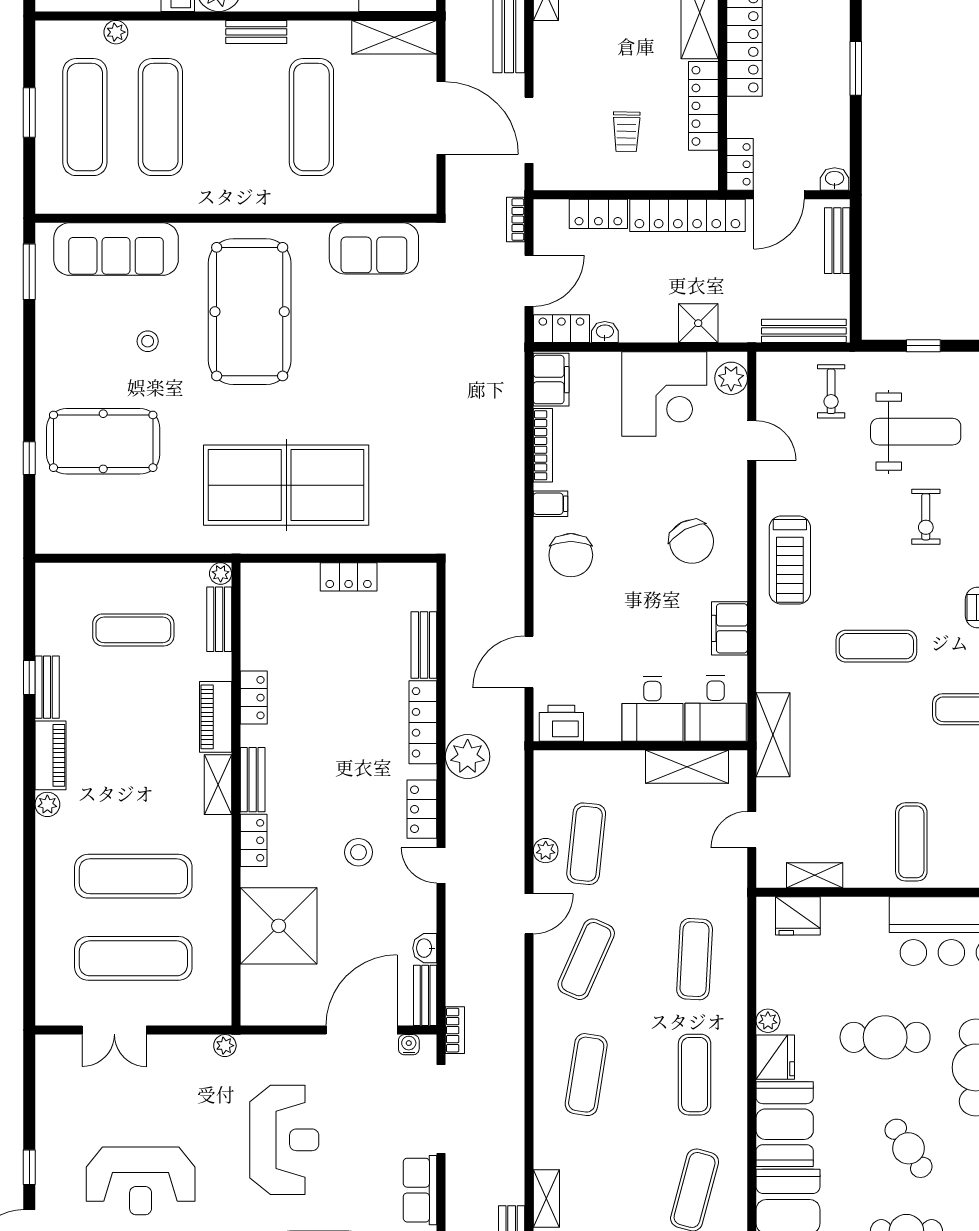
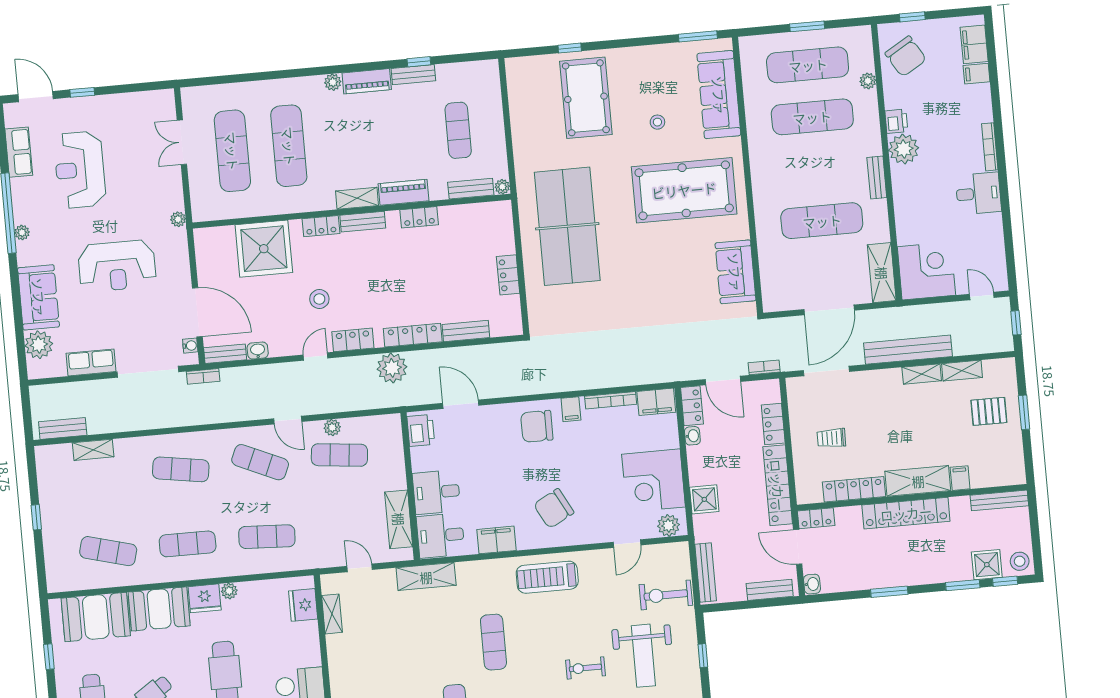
exercise bike: (831, 391) -> (666, 595), width x1.38, depth x1.39
exercise mat: (911, 842) -> (361, 678), removed

